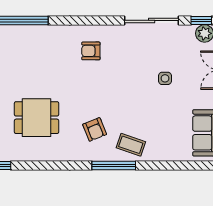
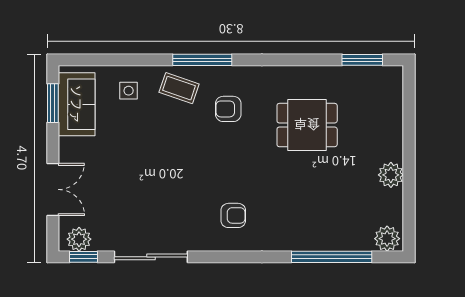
side table: (165, 78) -> (129, 91), moved
armchair: (95, 129) -> (228, 109), turned -68

